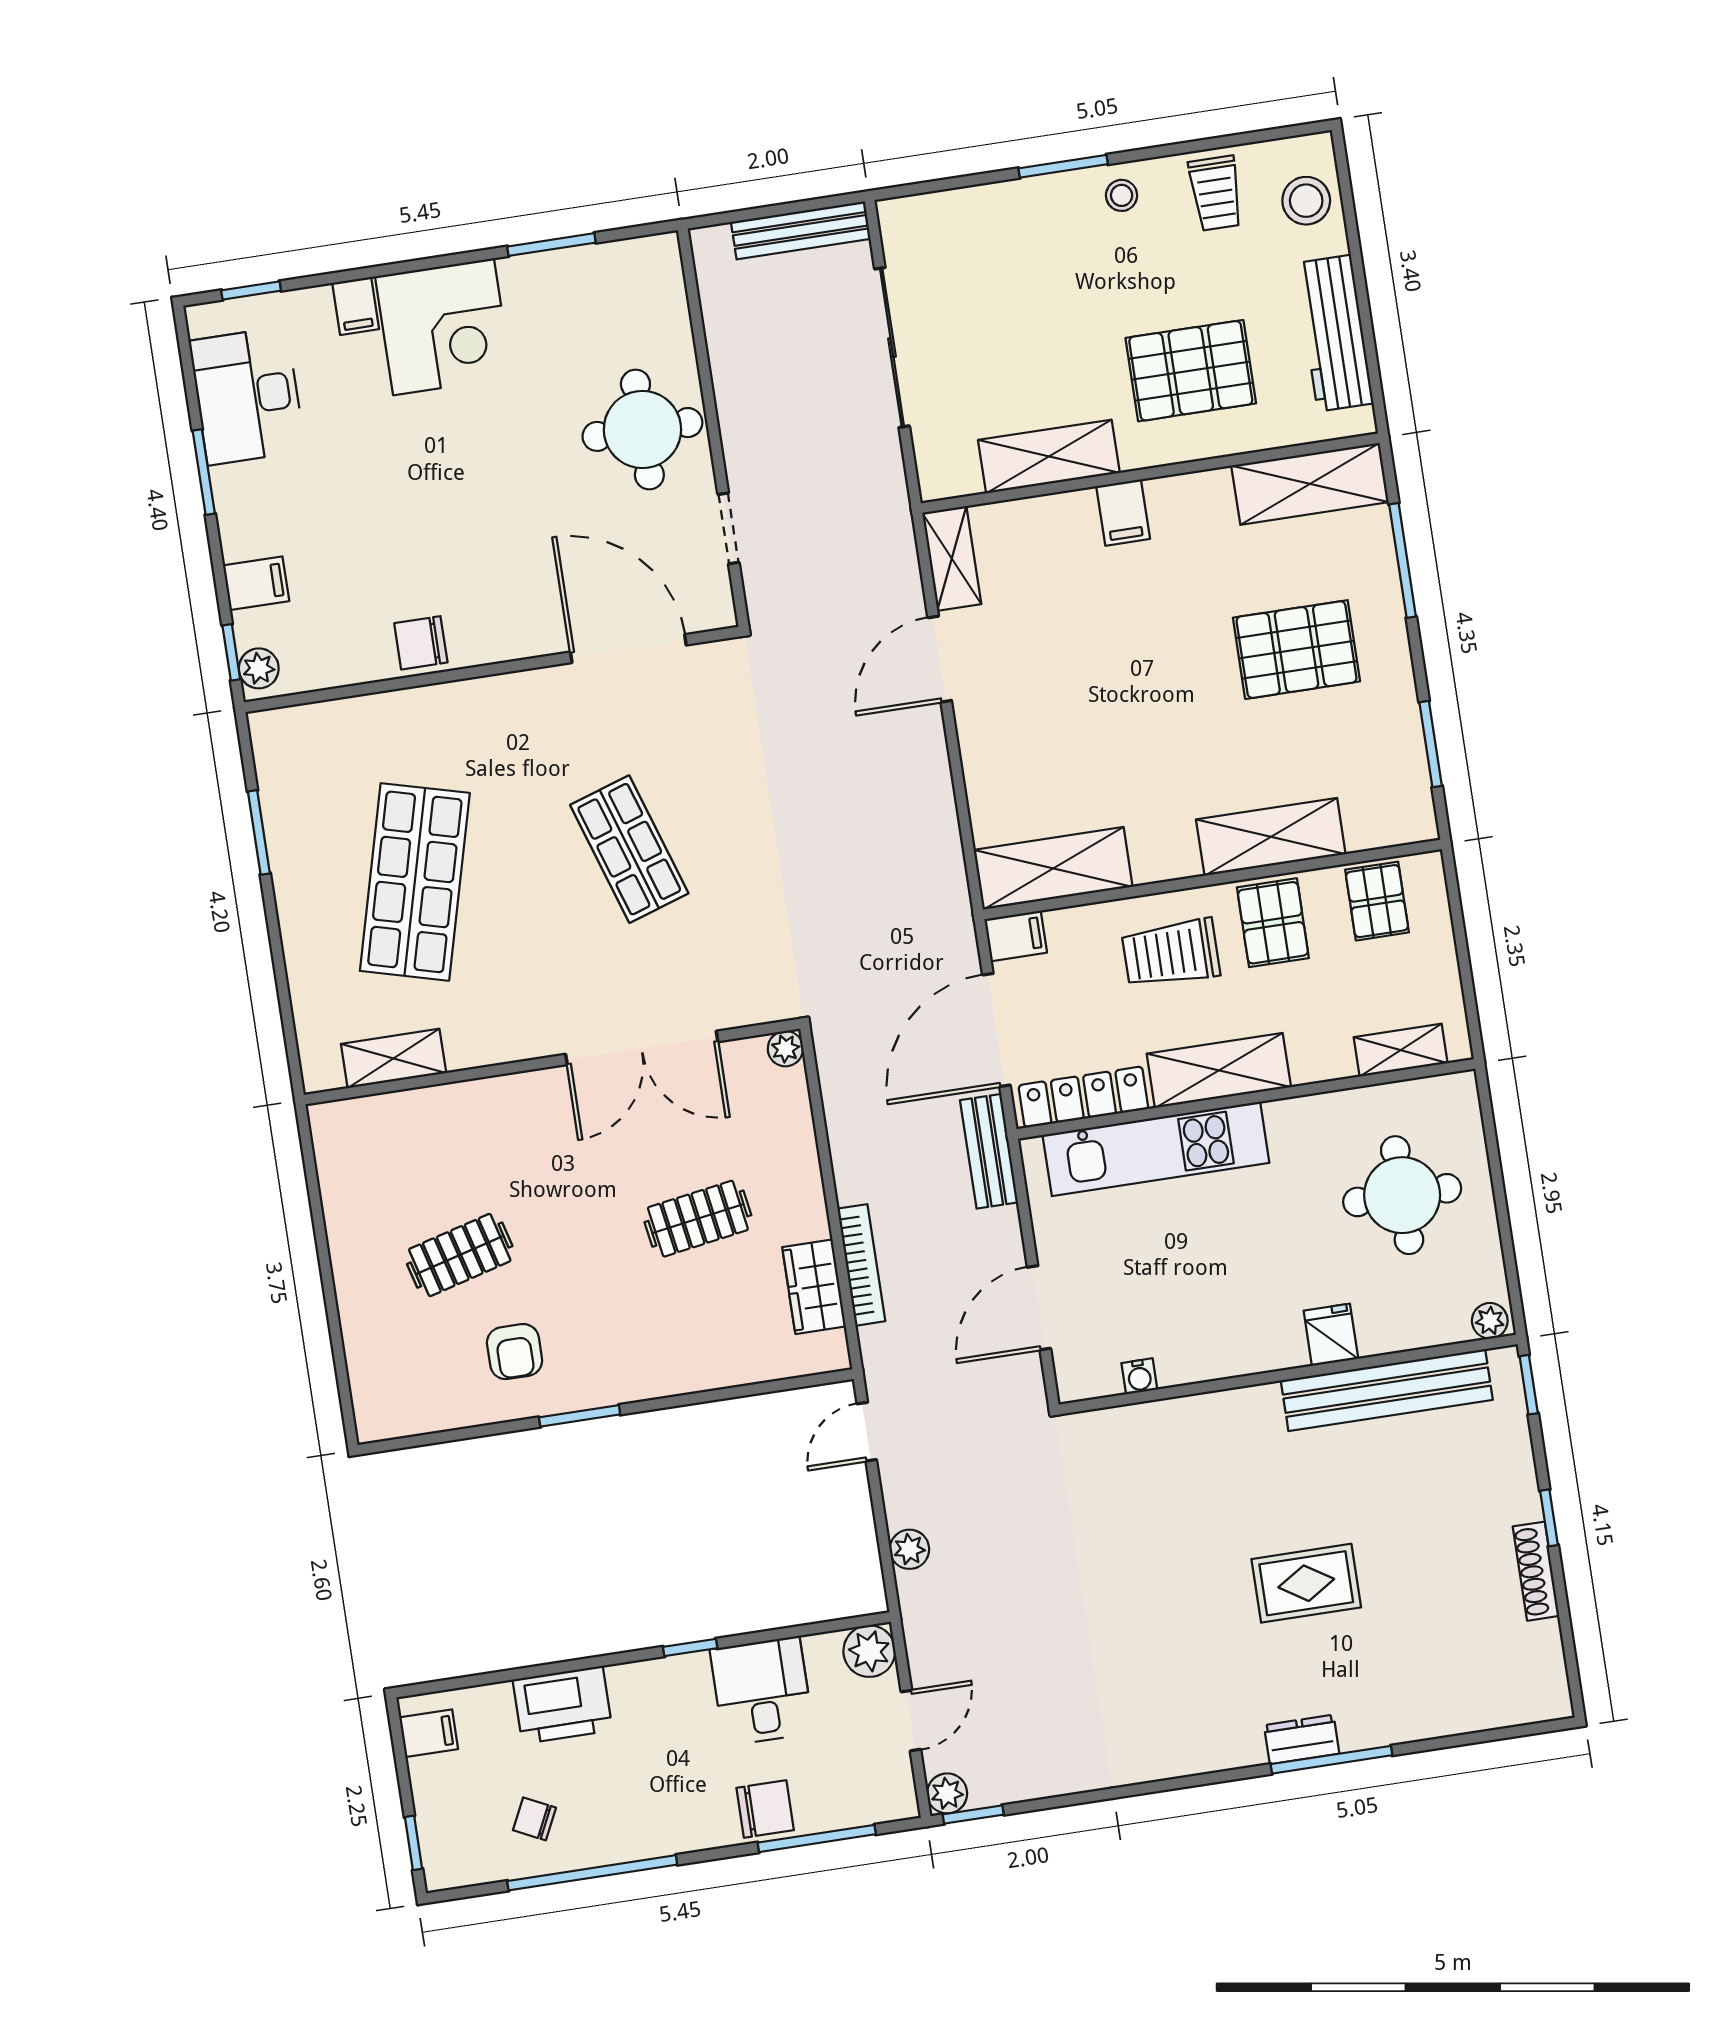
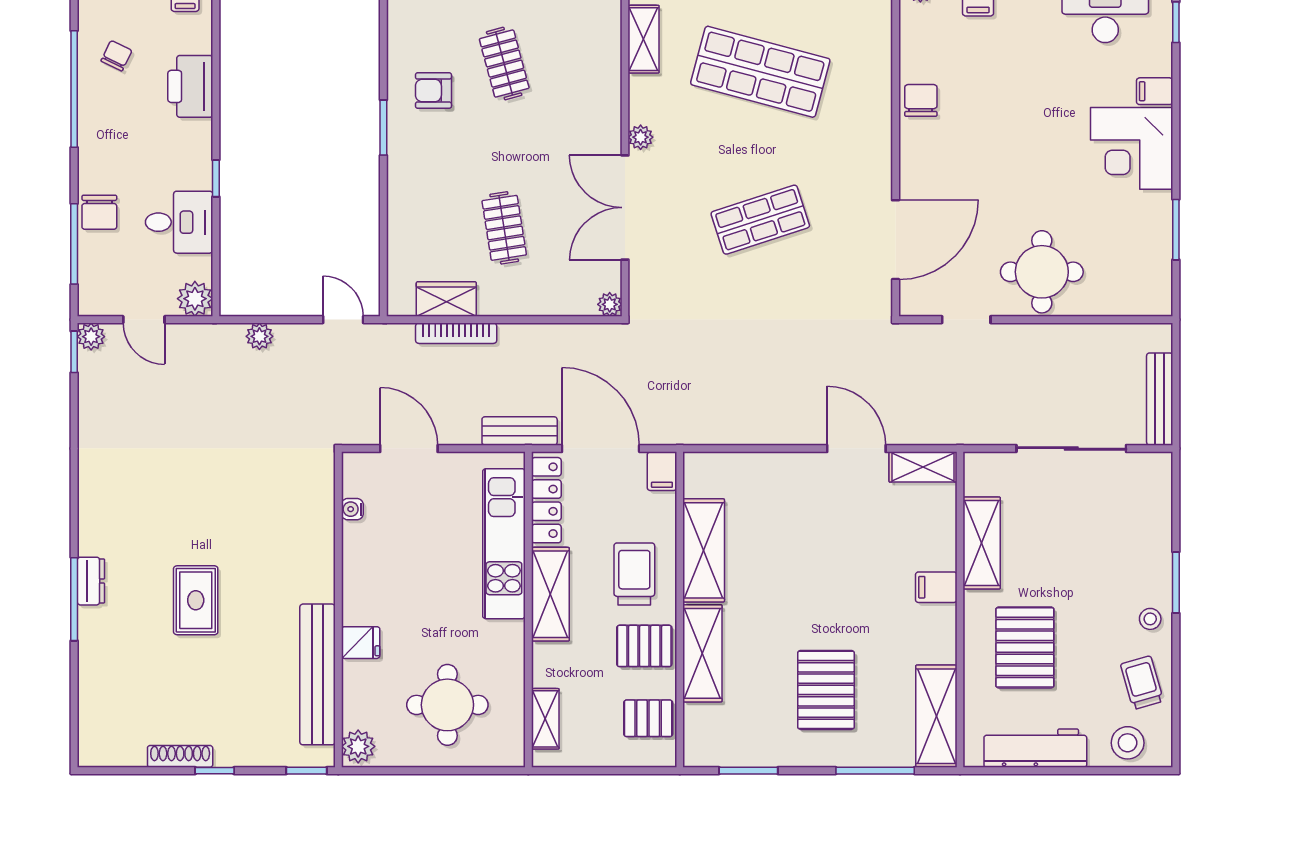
trolley: (1216, 193) -> (1142, 683), turned 74
shelving: (1053, 868) -> (704, 550), moved
plant: (536, 1041) -> (641, 137), added
plant: (1490, 1321) -> (358, 746), width x1.38, depth x1.38

